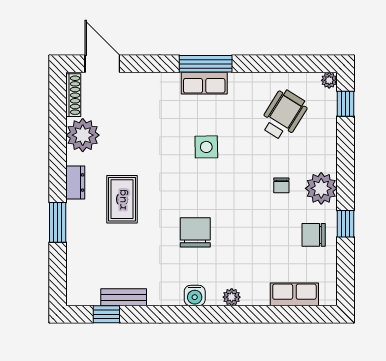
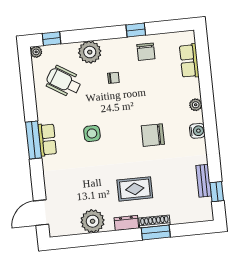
shoe rack: (73, 95) -> (154, 222), moved
plant: (321, 188) -> (90, 52), moved

